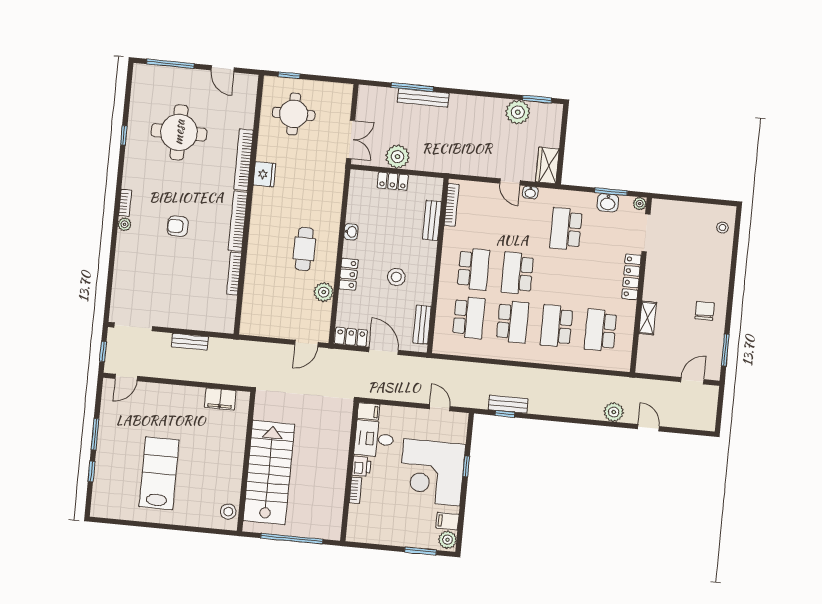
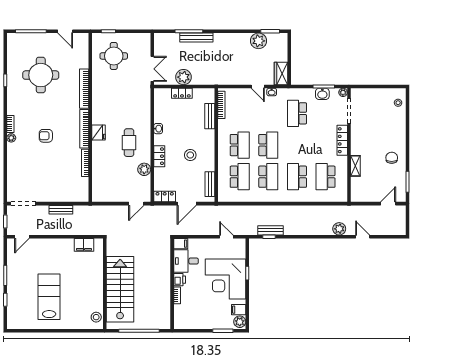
fridge: (264, 174) -> (99, 133), moved
school desk: (517, 273) -> (268, 145), turned 180
door: (384, 351) -> (187, 204), swing flipped

